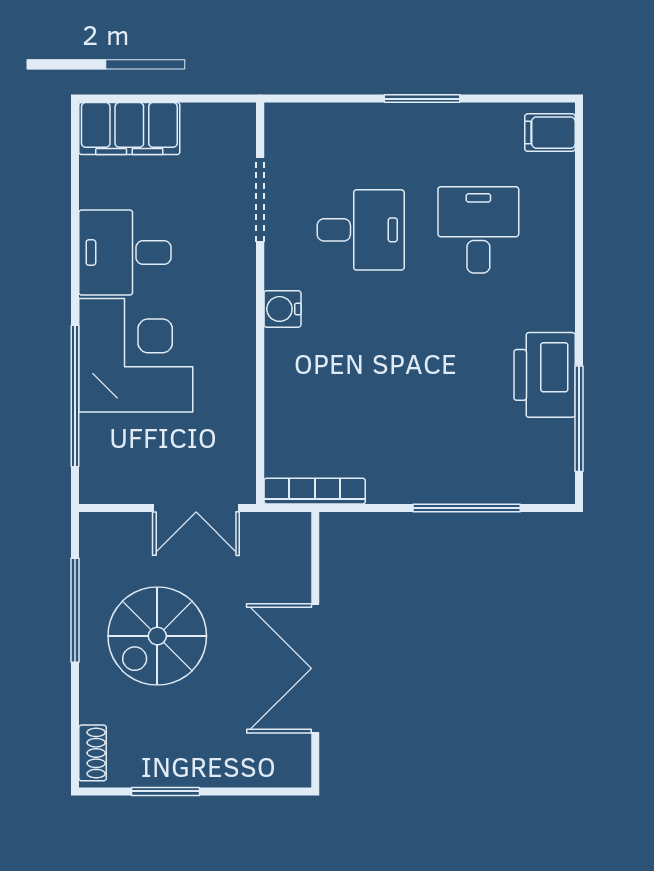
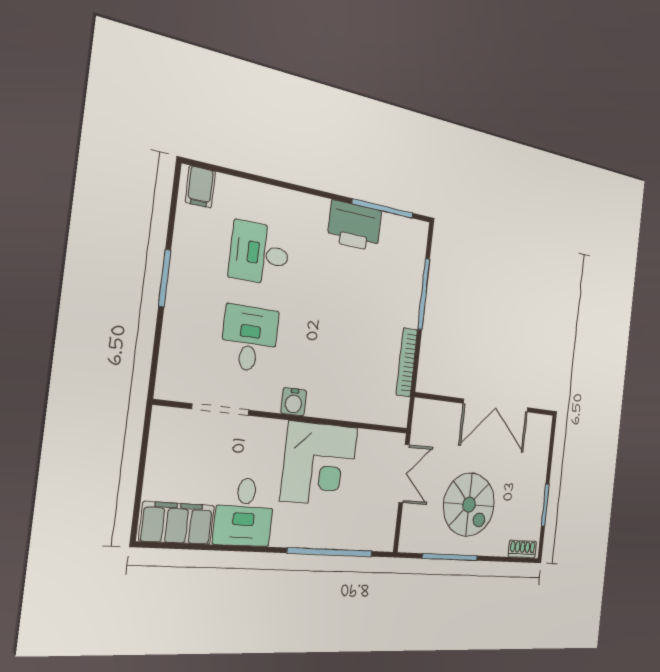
filing cabinet: (129, 129) -> (177, 523), moved, turned -90
corner desk: (136, 355) -> (319, 464), moved, turned 180
bookcase: (315, 491) -> (407, 362), moved

